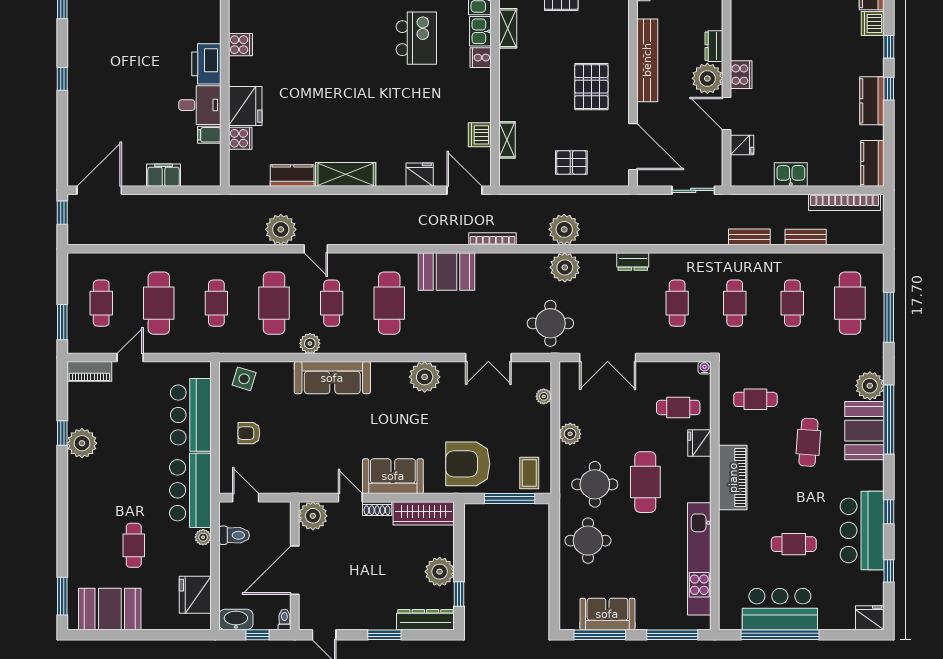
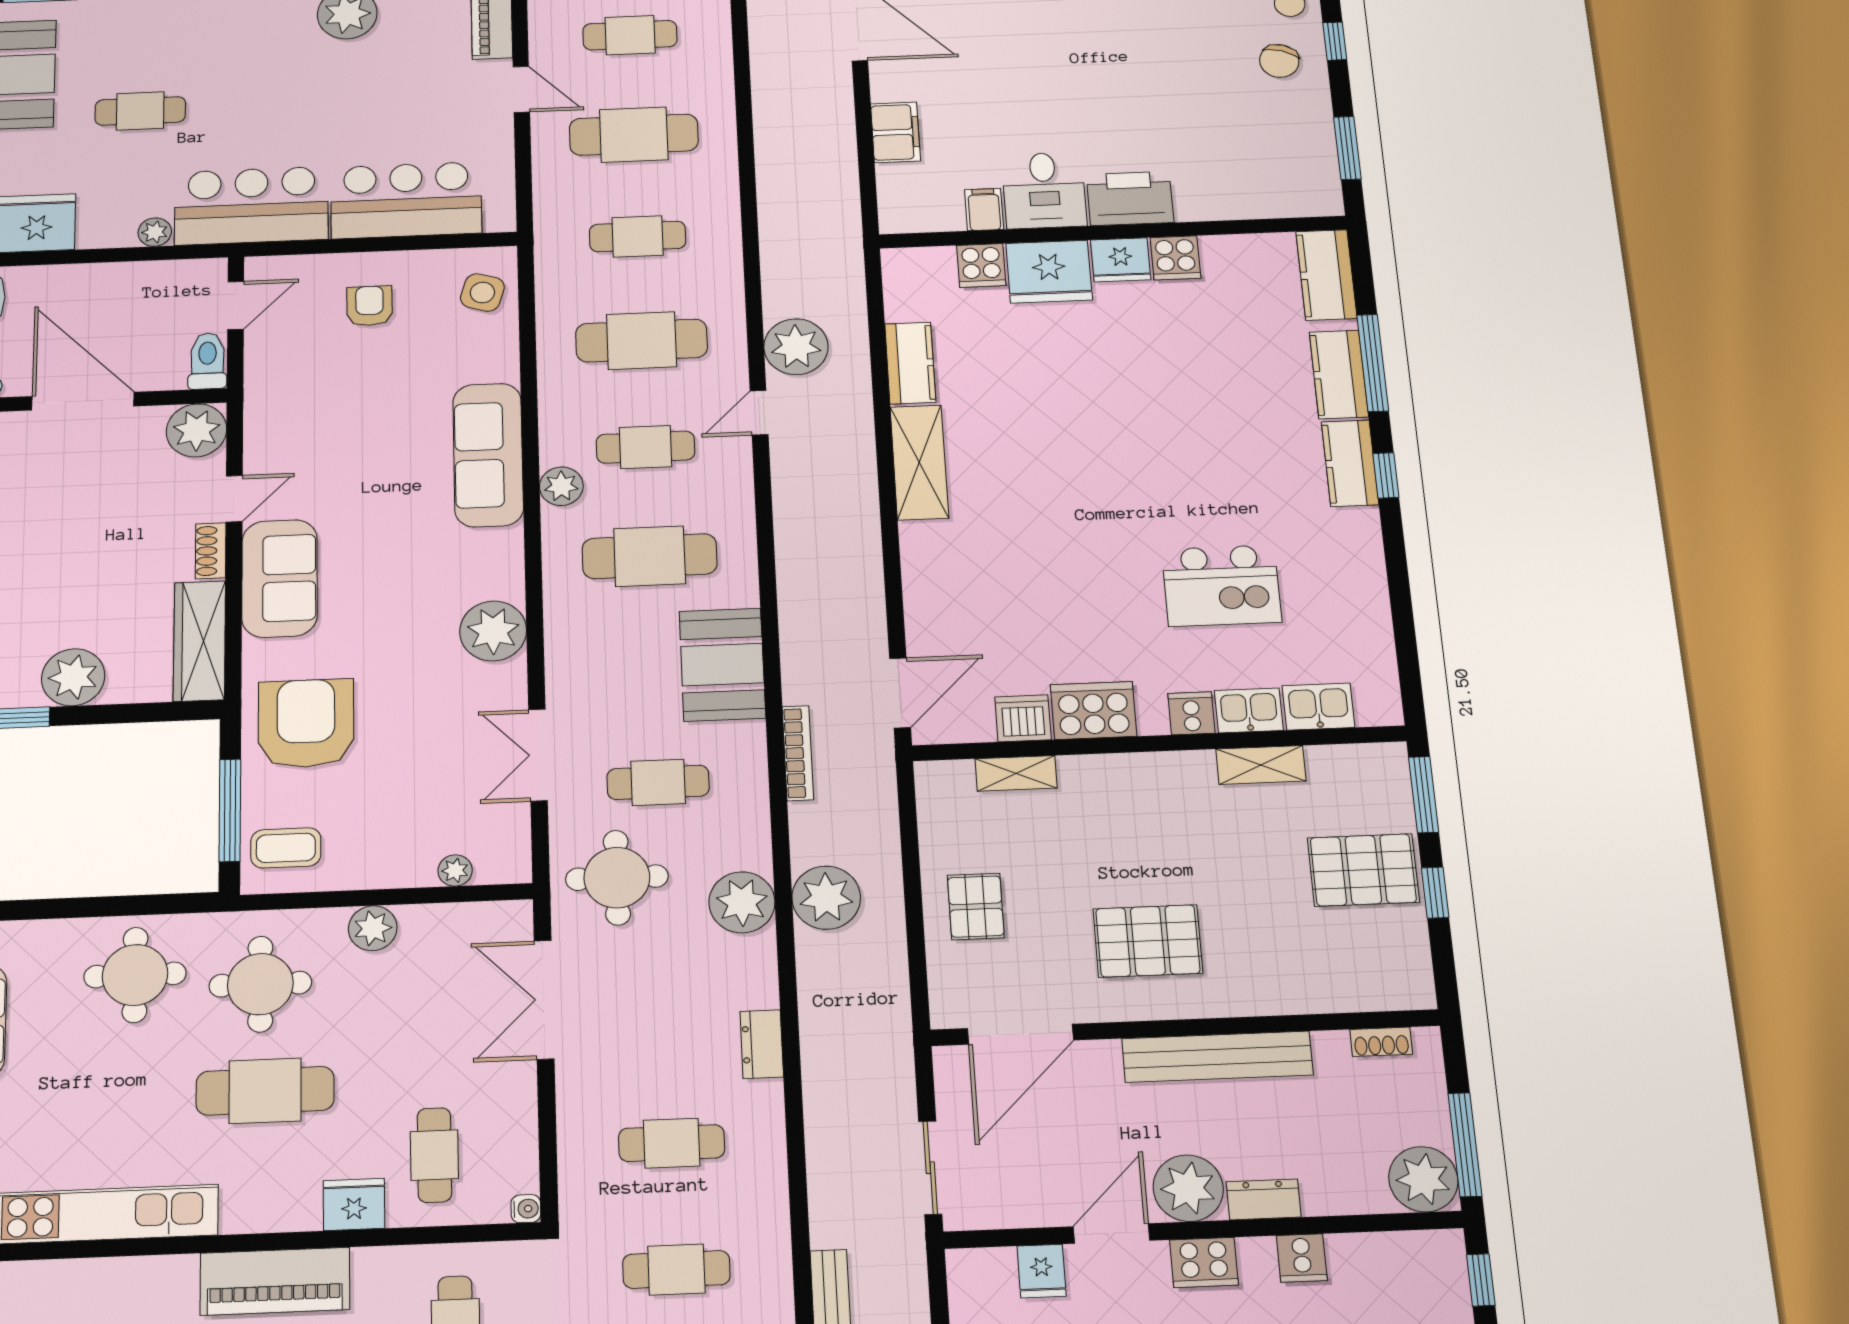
cooker: (741, 32) -> (1302, 1258), added
cooker: (477, 102) -> (1093, 710), added
fridge: (420, 175) -> (1121, 260), moved, turned 90
cafe table: (504, 303) -> (658, 782), added
plant: (310, 343) -> (561, 486), moved
toilet: (234, 535) -> (207, 361), moved, turned 180

